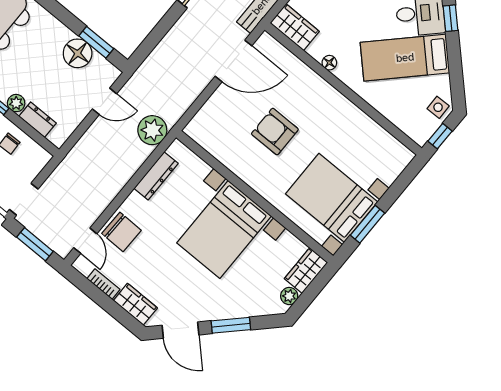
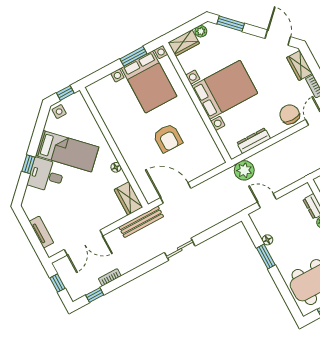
window: (96, 42) -> (266, 257), moved
floor lamp: (78, 53) -> (267, 240), width x0.53, depth x0.53
window: (231, 325) -> (231, 24), moved

